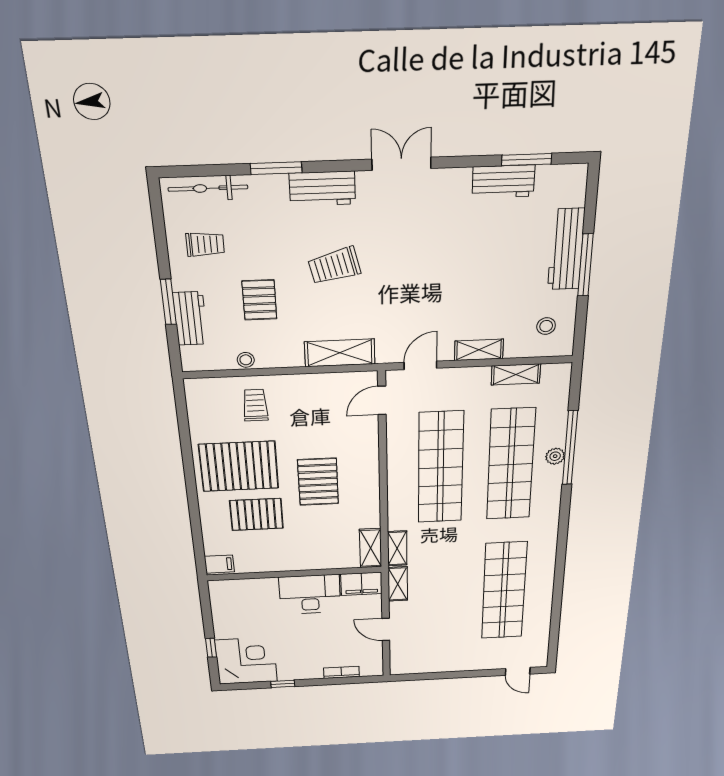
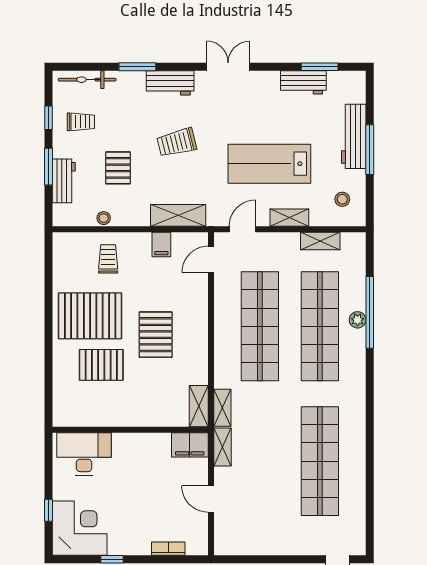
window: (161, 240) -> (49, 118), added
lab bench: (455, 287) -> (269, 164), added
filing cabinet: (219, 564) -> (161, 245), moved, turned 90
desk: (310, 594) -> (84, 454), moved

